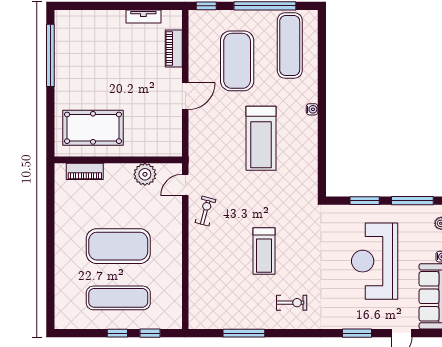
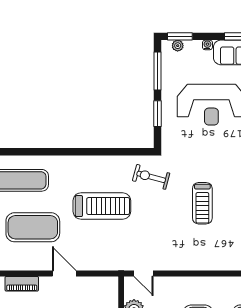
water cooler: (312, 109) -> (76, 160), removed
exercise bike: (205, 211) -> (151, 177), moved, width x1.38, depth x1.39
treadmill: (264, 251) -> (202, 203), turned 90

